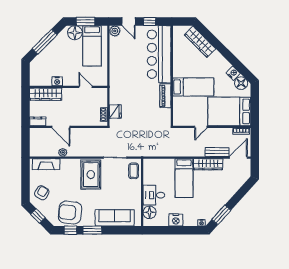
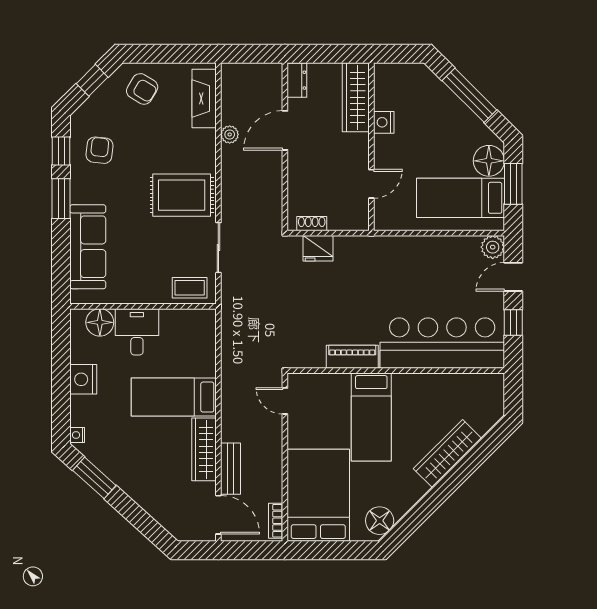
wardrobe: (200, 42) -> (447, 453), moved
nightstand: (233, 73) -> (401, 503), removed
door: (201, 127) -> (285, 401), moved
armchair: (70, 212) -> (99, 150), width x0.53, depth x0.53

